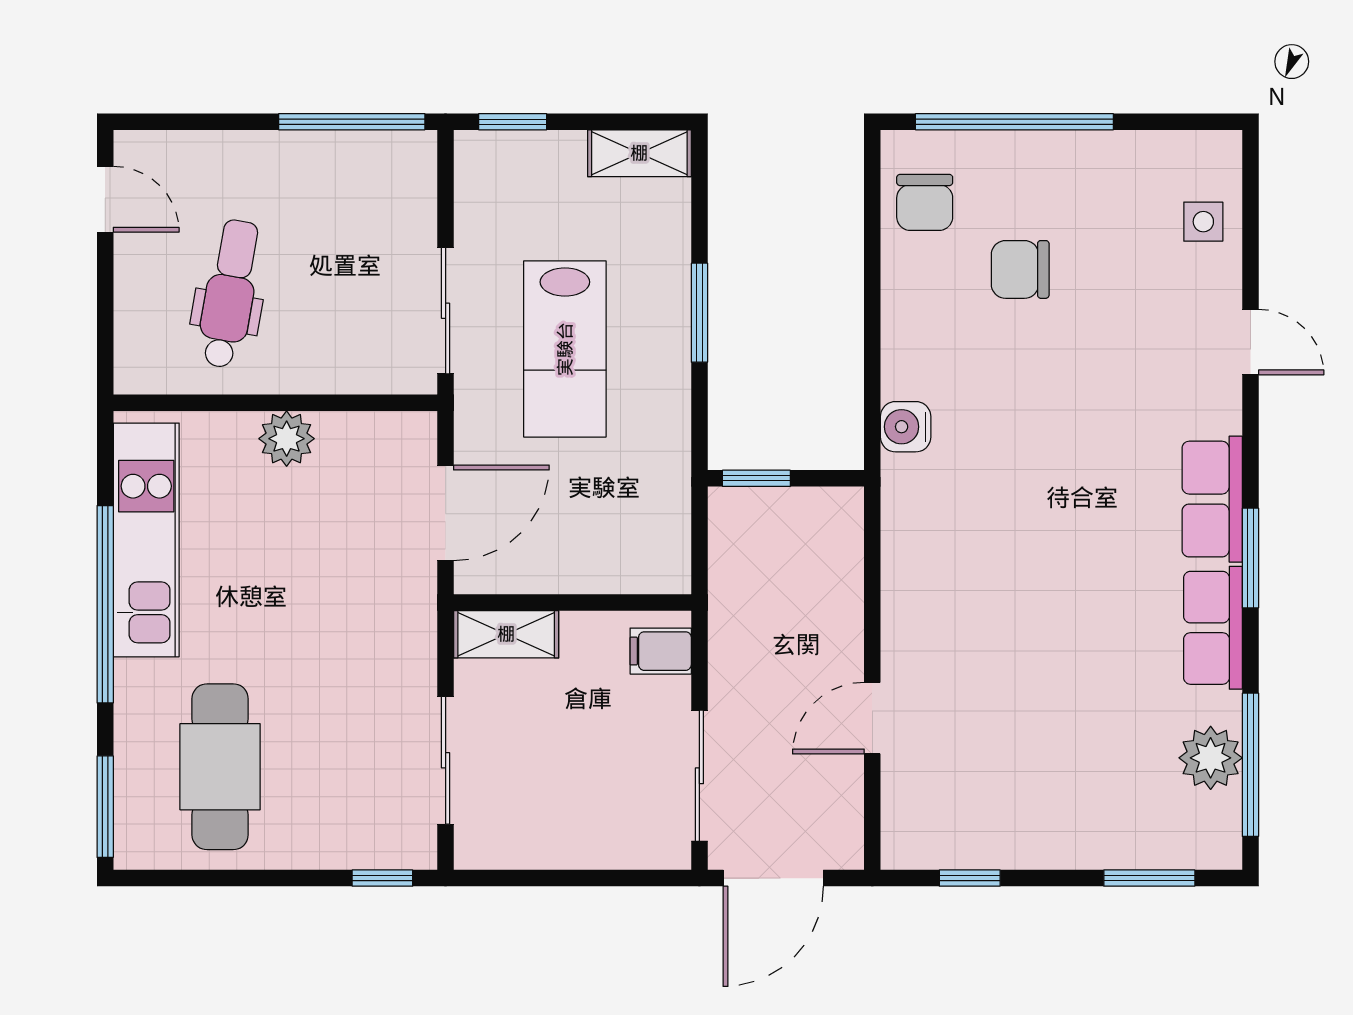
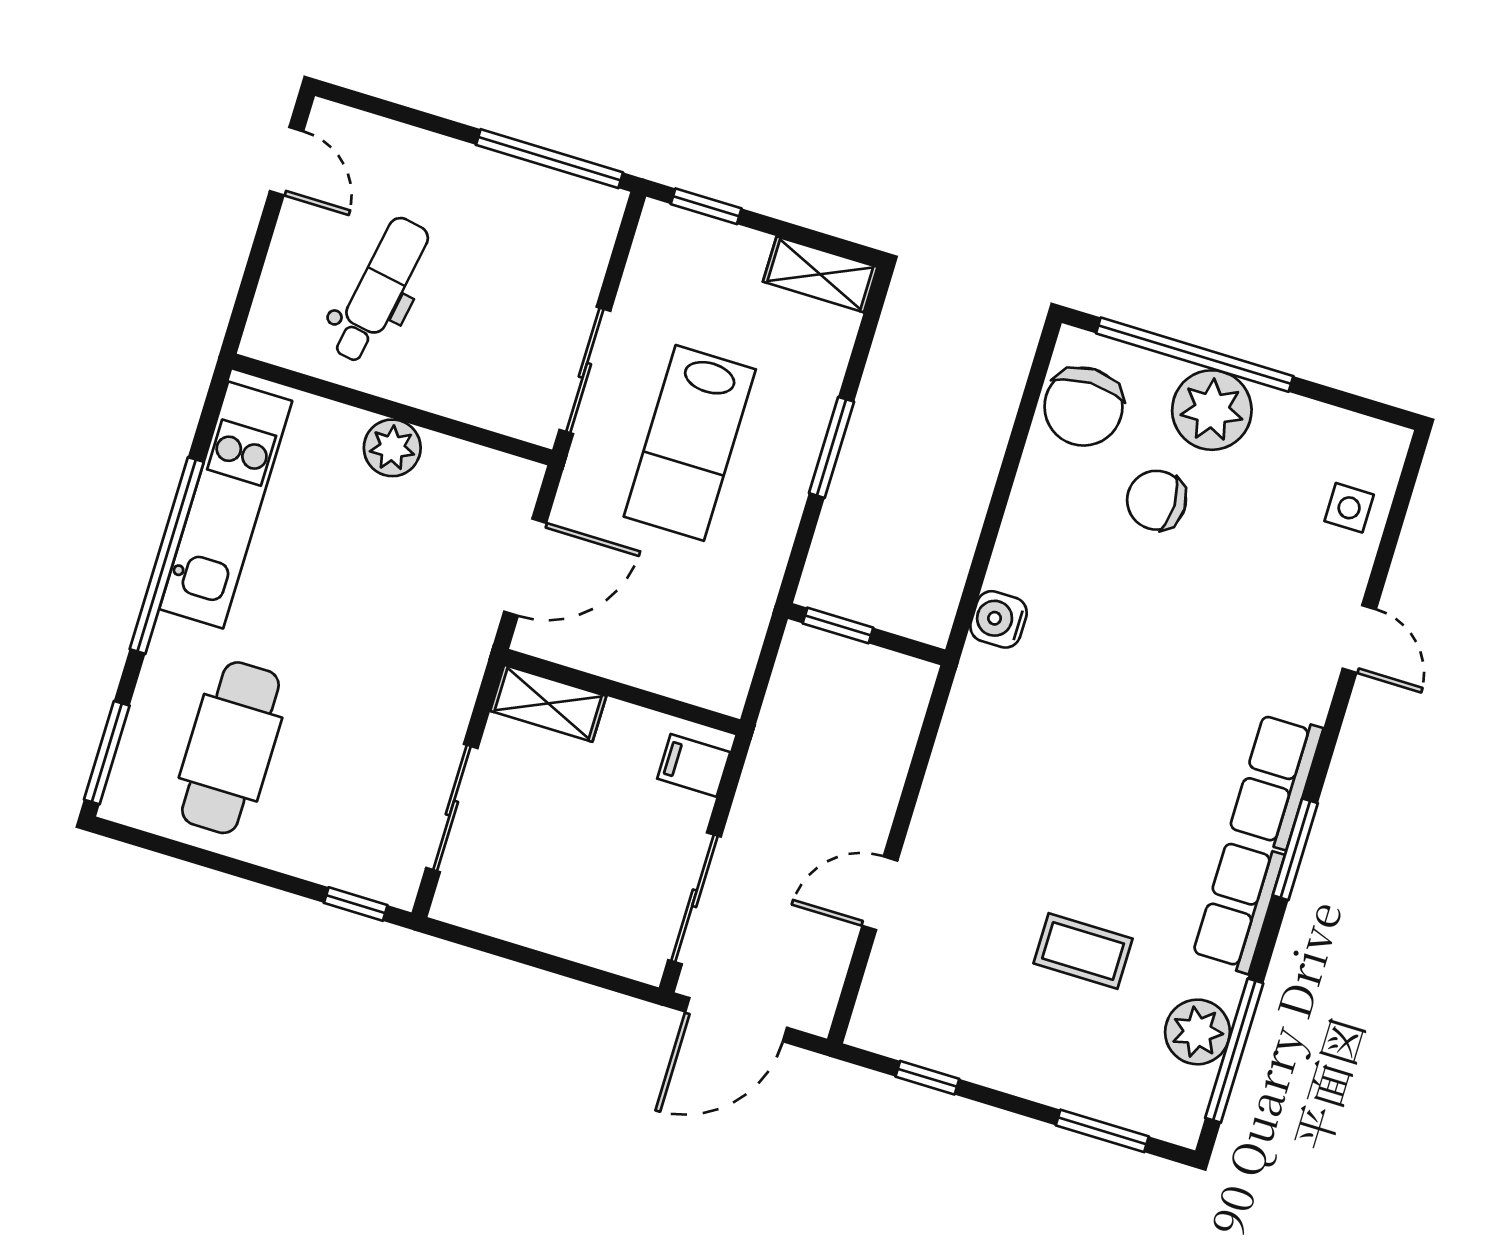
plant: (1046, 169) -> (1212, 410), added
chair: (925, 202) -> (1083, 407), width x1.37, depth x1.37
coffee table: (1080, 714) -> (1083, 951), added

